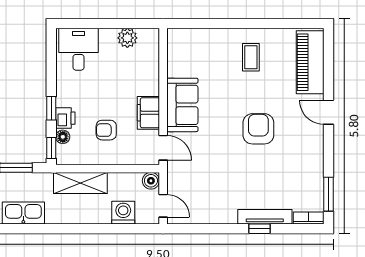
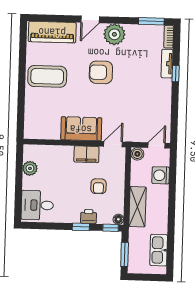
coffee table: (251, 57) -> (47, 76), width x1.86, depth x1.72
floor lamp: (63, 137) -> (118, 219), moved
plant: (310, 145) -> (114, 34), added
tv unit: (265, 217) -> (167, 64), width x0.71

